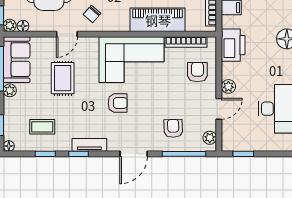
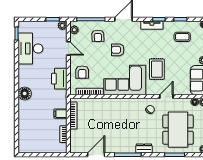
piano: (158, 20) -> (108, 106), removed
printer: (233, 45) -> (59, 79), moved
rug: (63, 78) -> (157, 69), moved
plant: (228, 86) -> (62, 25), moved
armchair: (118, 103) -> (118, 50), moved
door: (219, 109) -> (68, 48), swing flipped

